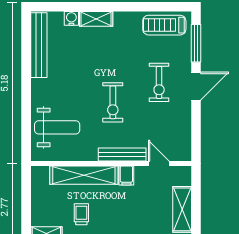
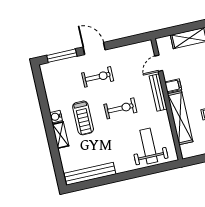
water cooler: (71, 18) -> (56, 117), moved
treadmill: (164, 25) -> (83, 118), moved

